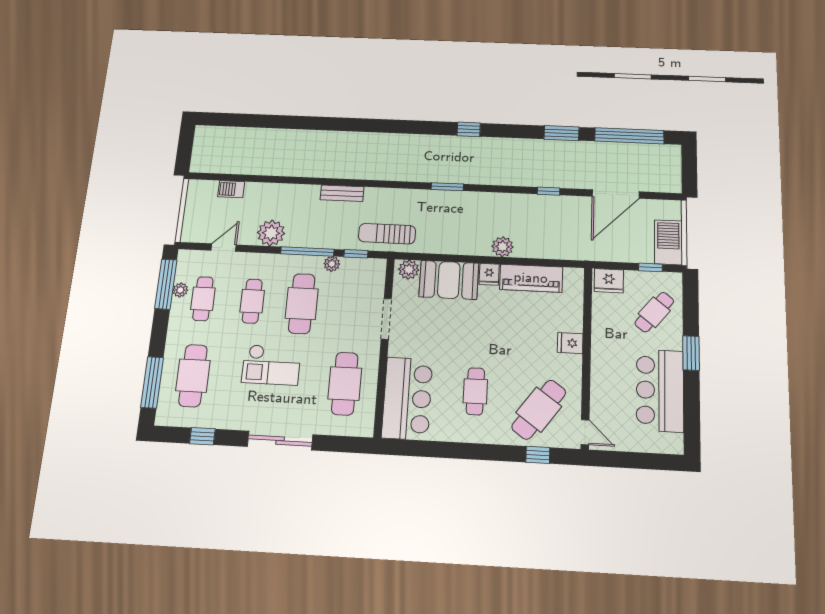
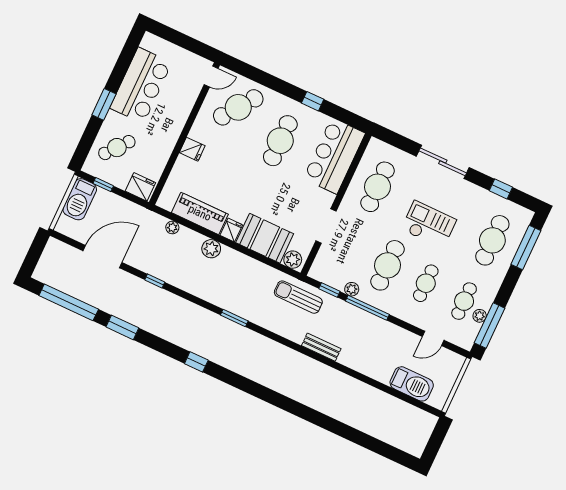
barbecue: (231, 189) -> (412, 384), width x1.88, depth x1.53
plant: (271, 233) -> (172, 227), moved, width x0.53, depth x0.53
sun lounger: (387, 234) -> (298, 297), turned 180
cafe table: (475, 391) -> (280, 141), width x1.37, depth x1.35
door: (585, 432) -> (211, 76), swing flipped
window: (538, 455) -> (313, 101), moved

